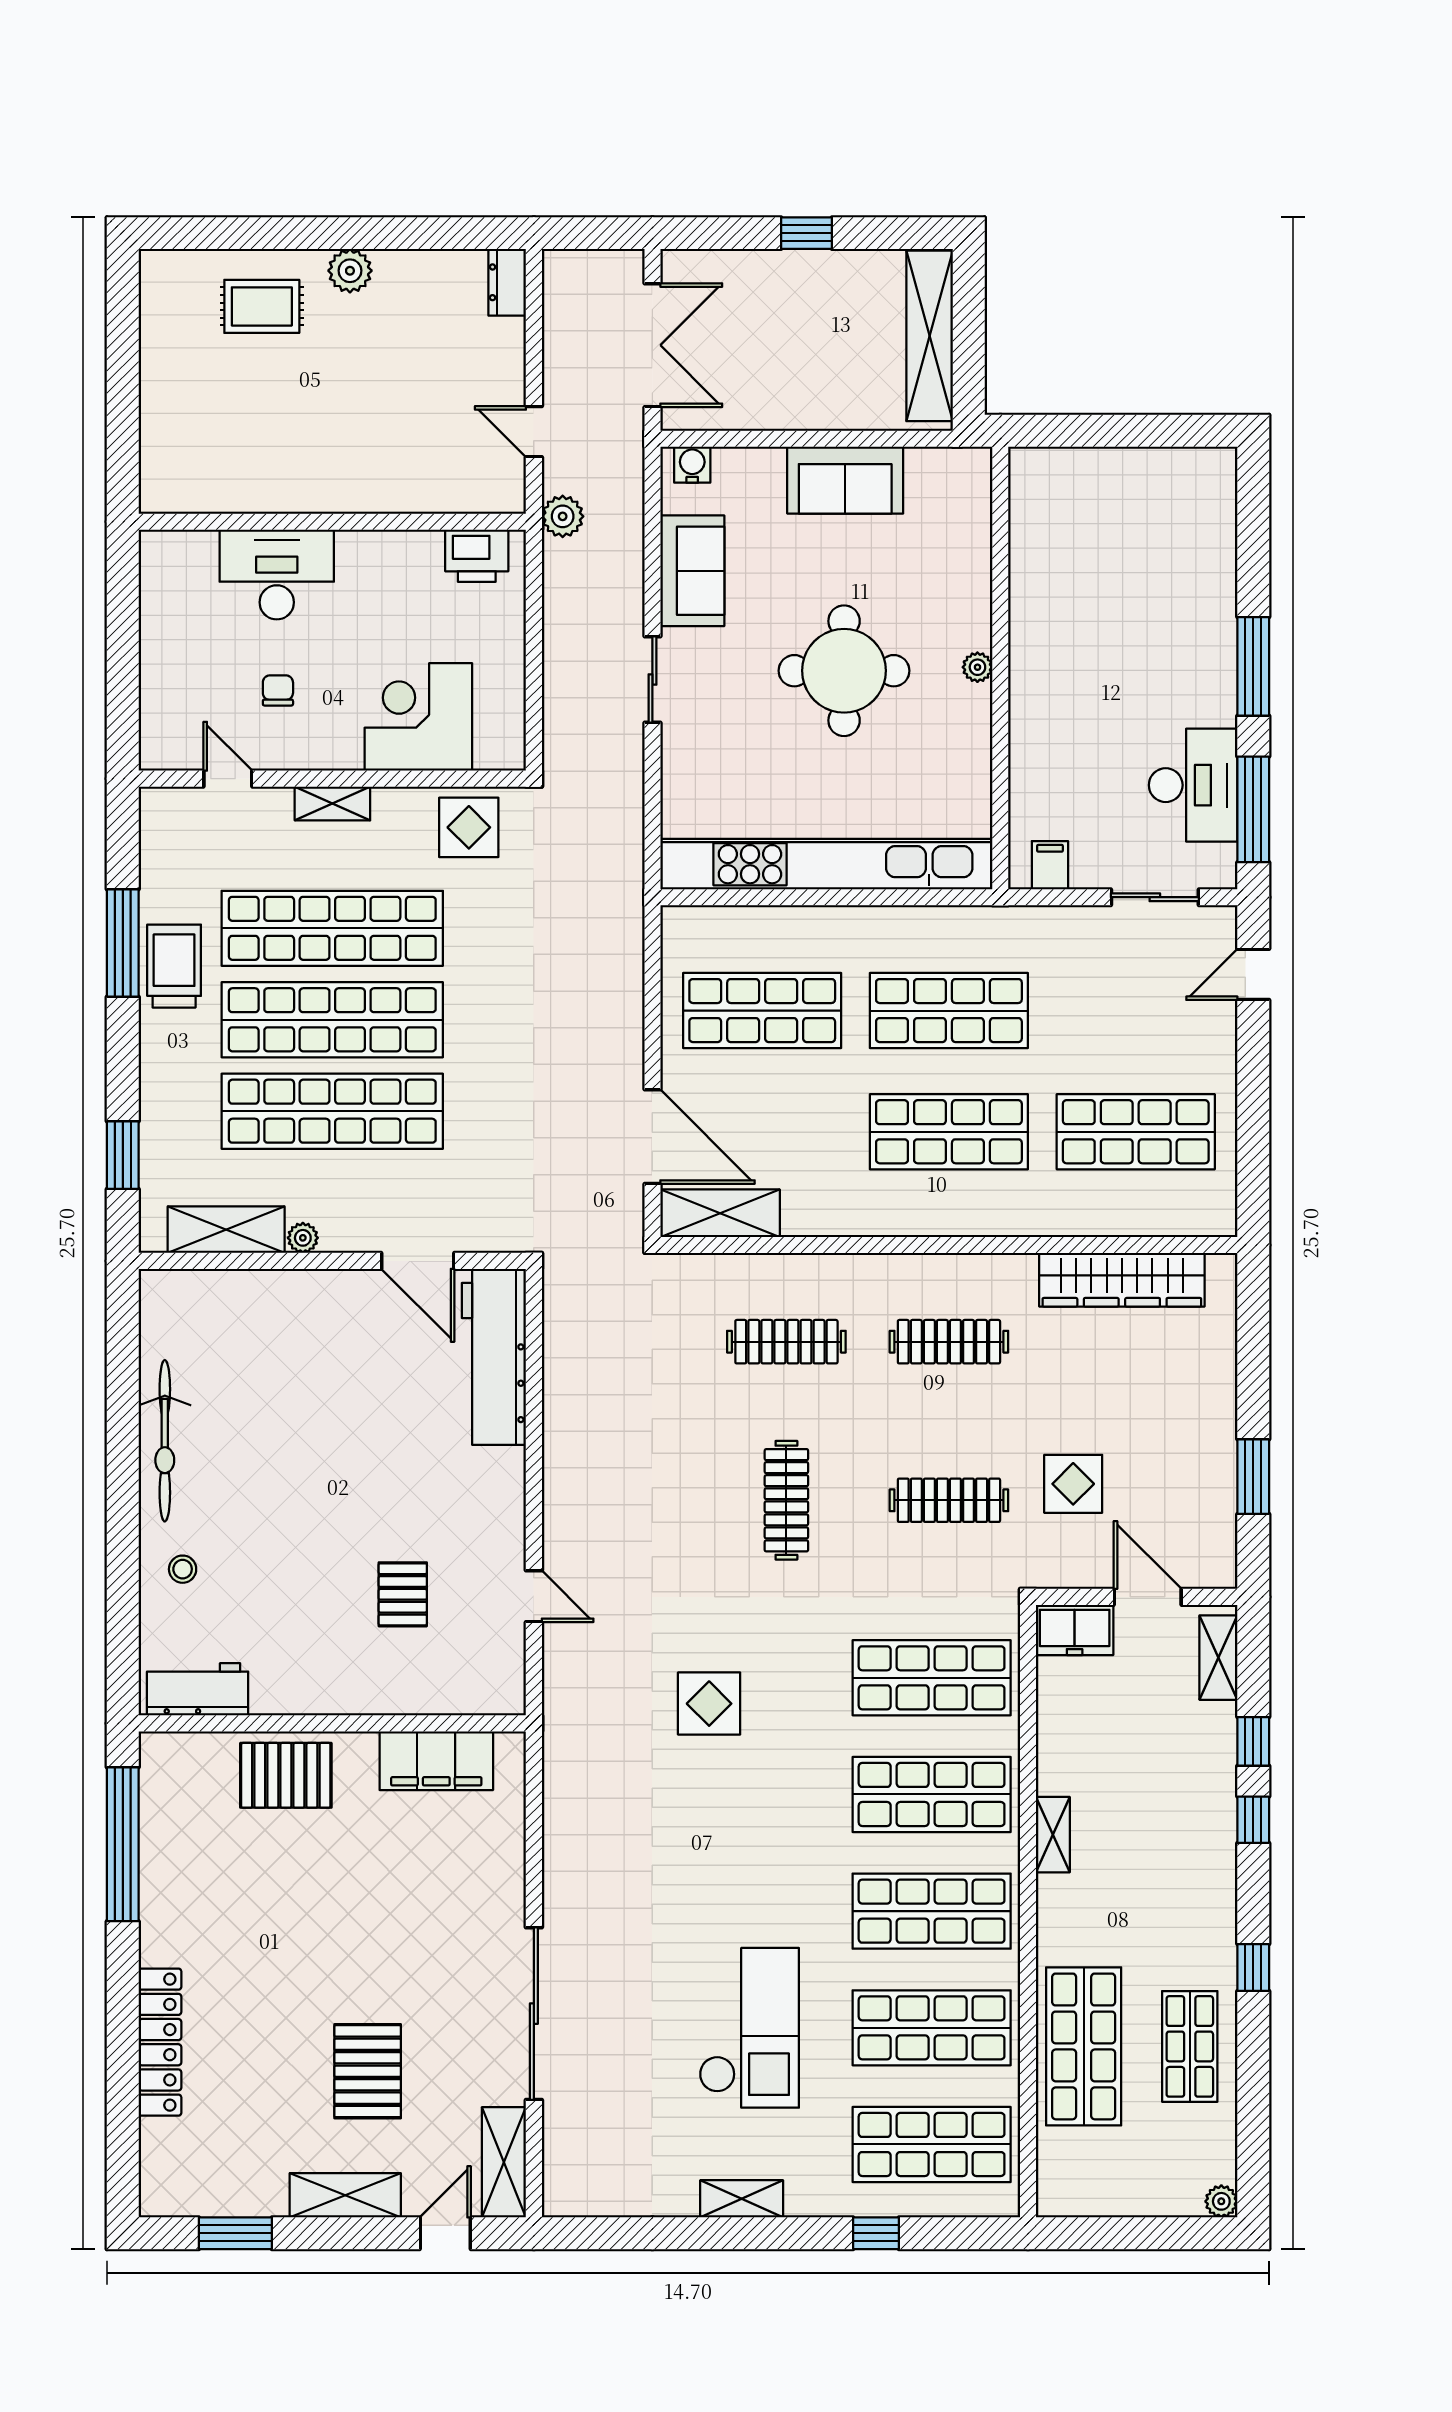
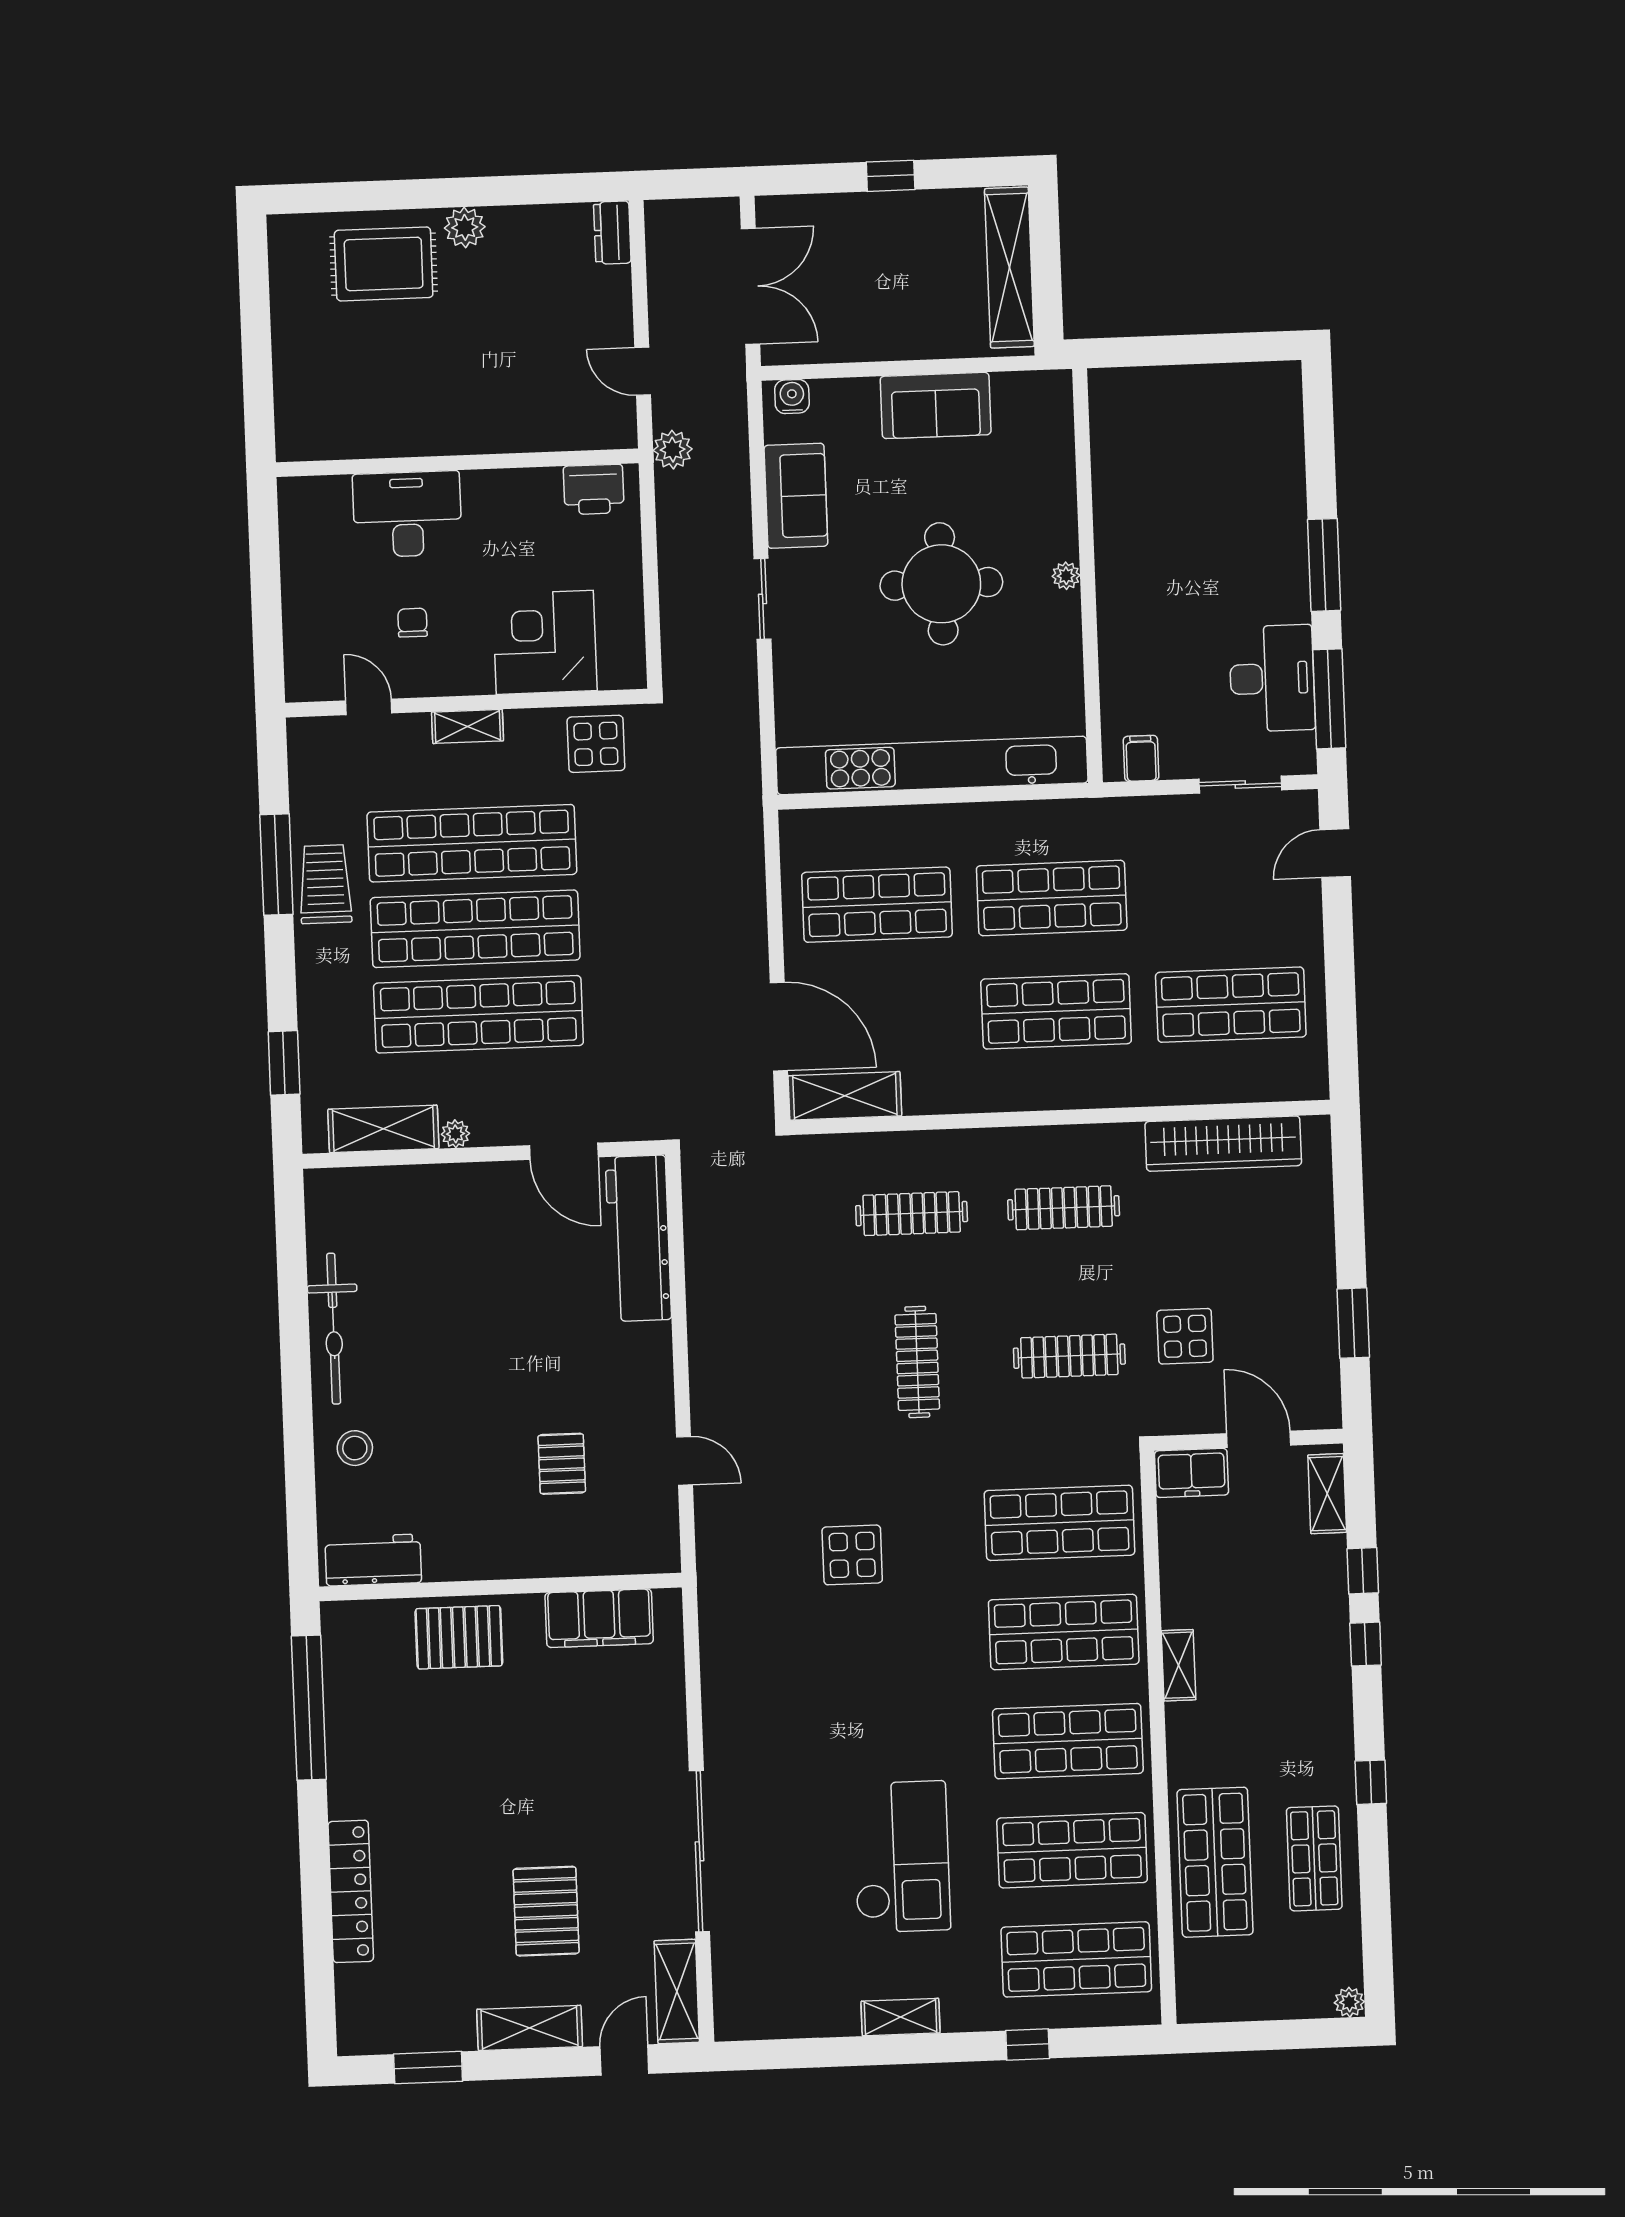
rug: (262, 306) -> (384, 264), width x1.36, depth x1.43
stool: (183, 1569) -> (355, 1448), width x1.37, depth x1.37

